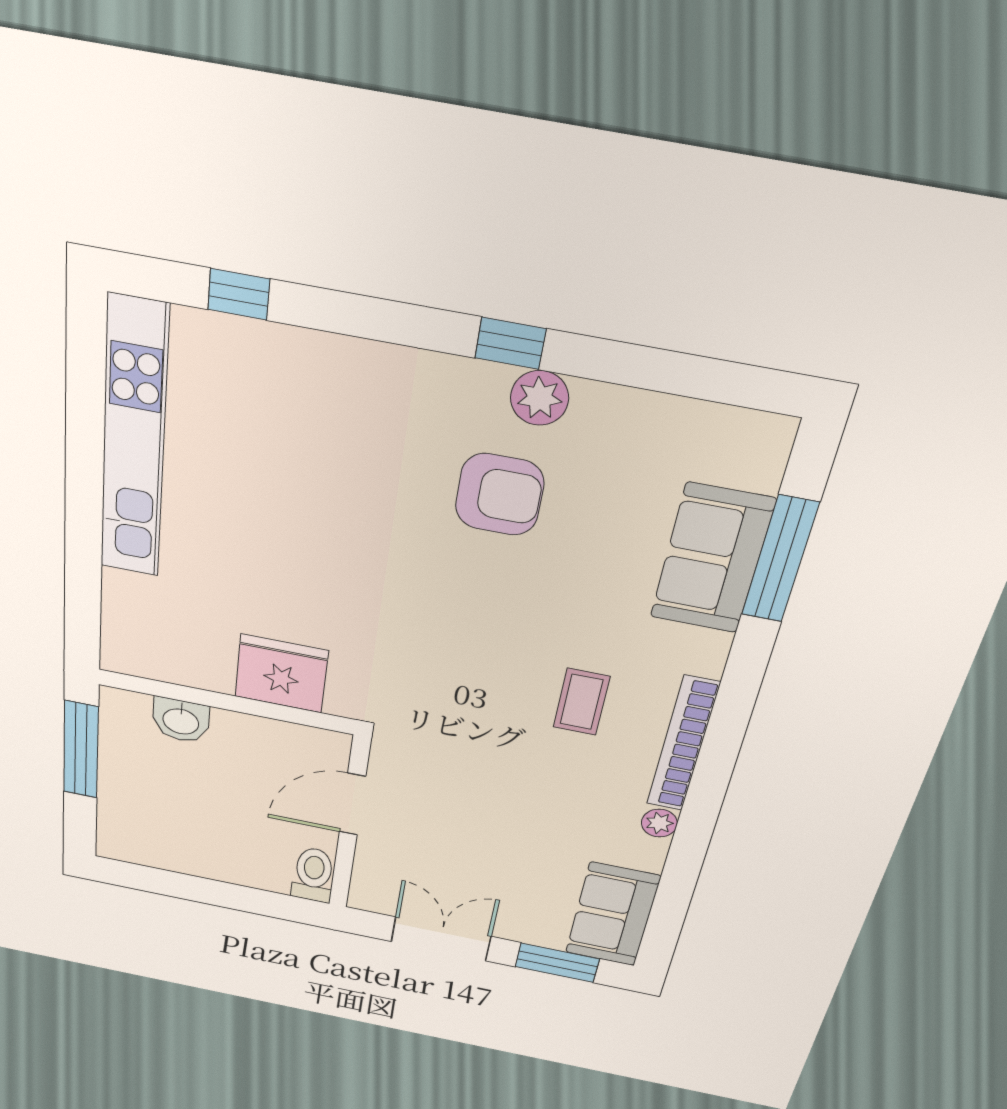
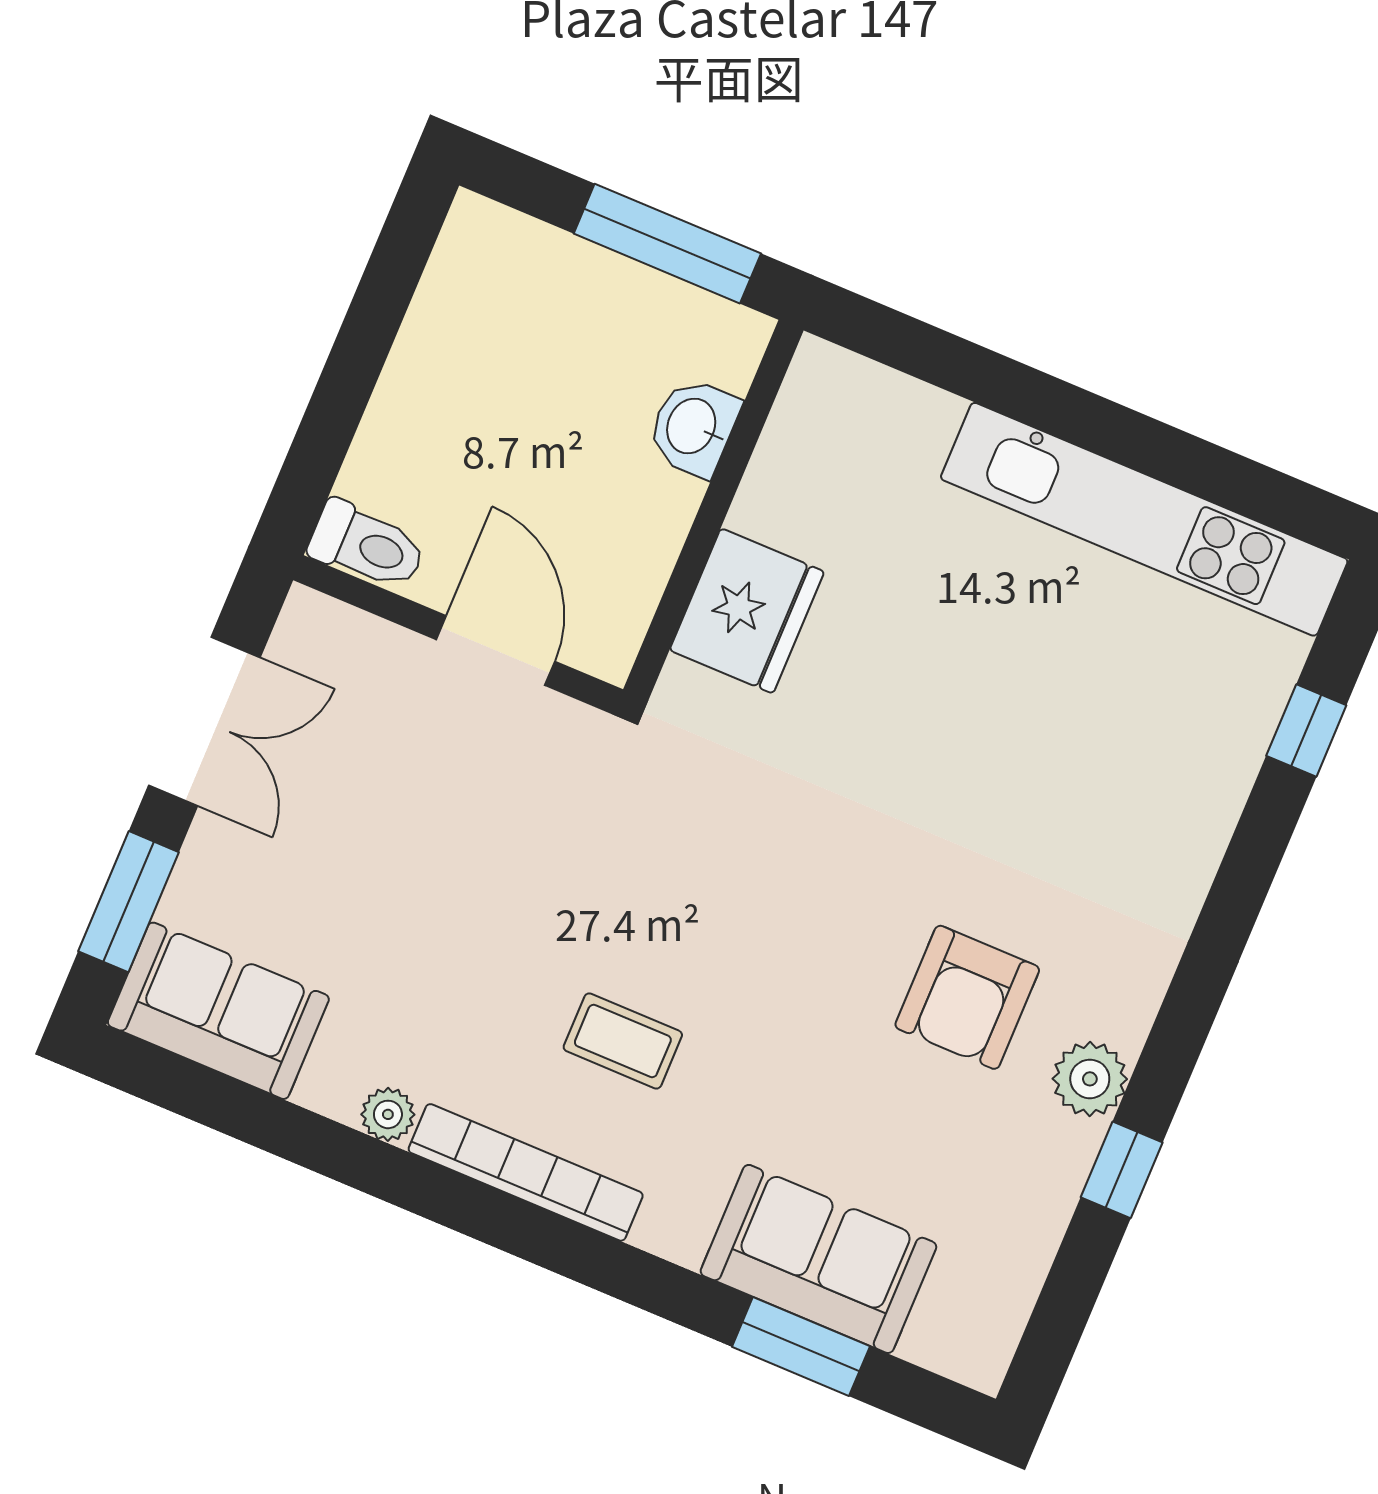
window: (510, 343) -> (1122, 1170), moved
window: (780, 559) -> (801, 1347), width x0.69

